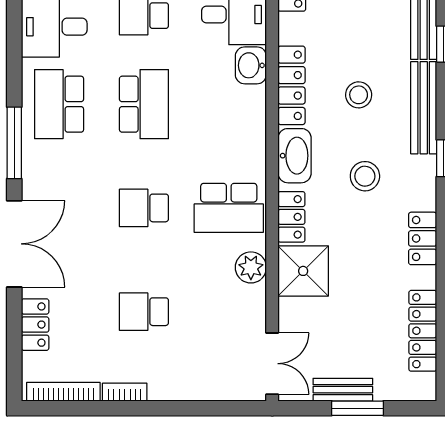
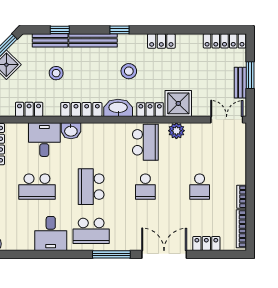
stool: (359, 95) -> (56, 73), moved
school desk: (144, 104) -> (91, 187), turned -90
locker: (423, 331) -> (225, 41), moved

